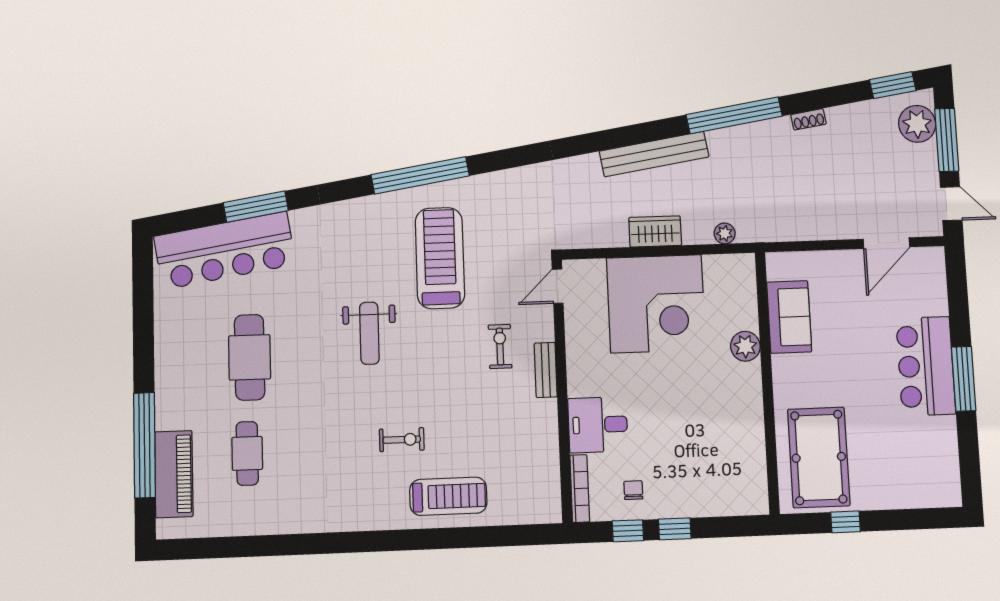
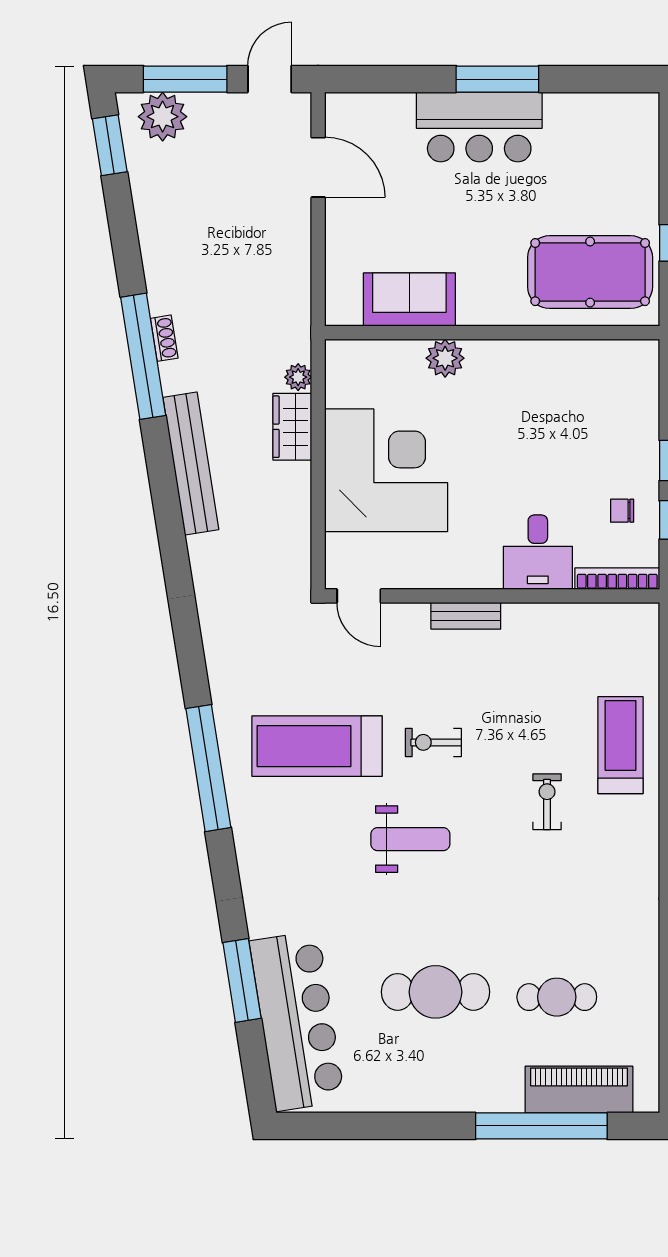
shoe rack: (808, 119) -> (164, 338), moved
wardrobe: (655, 231) -> (292, 427), moved
exercise bike: (500, 346) -> (433, 742), moved

